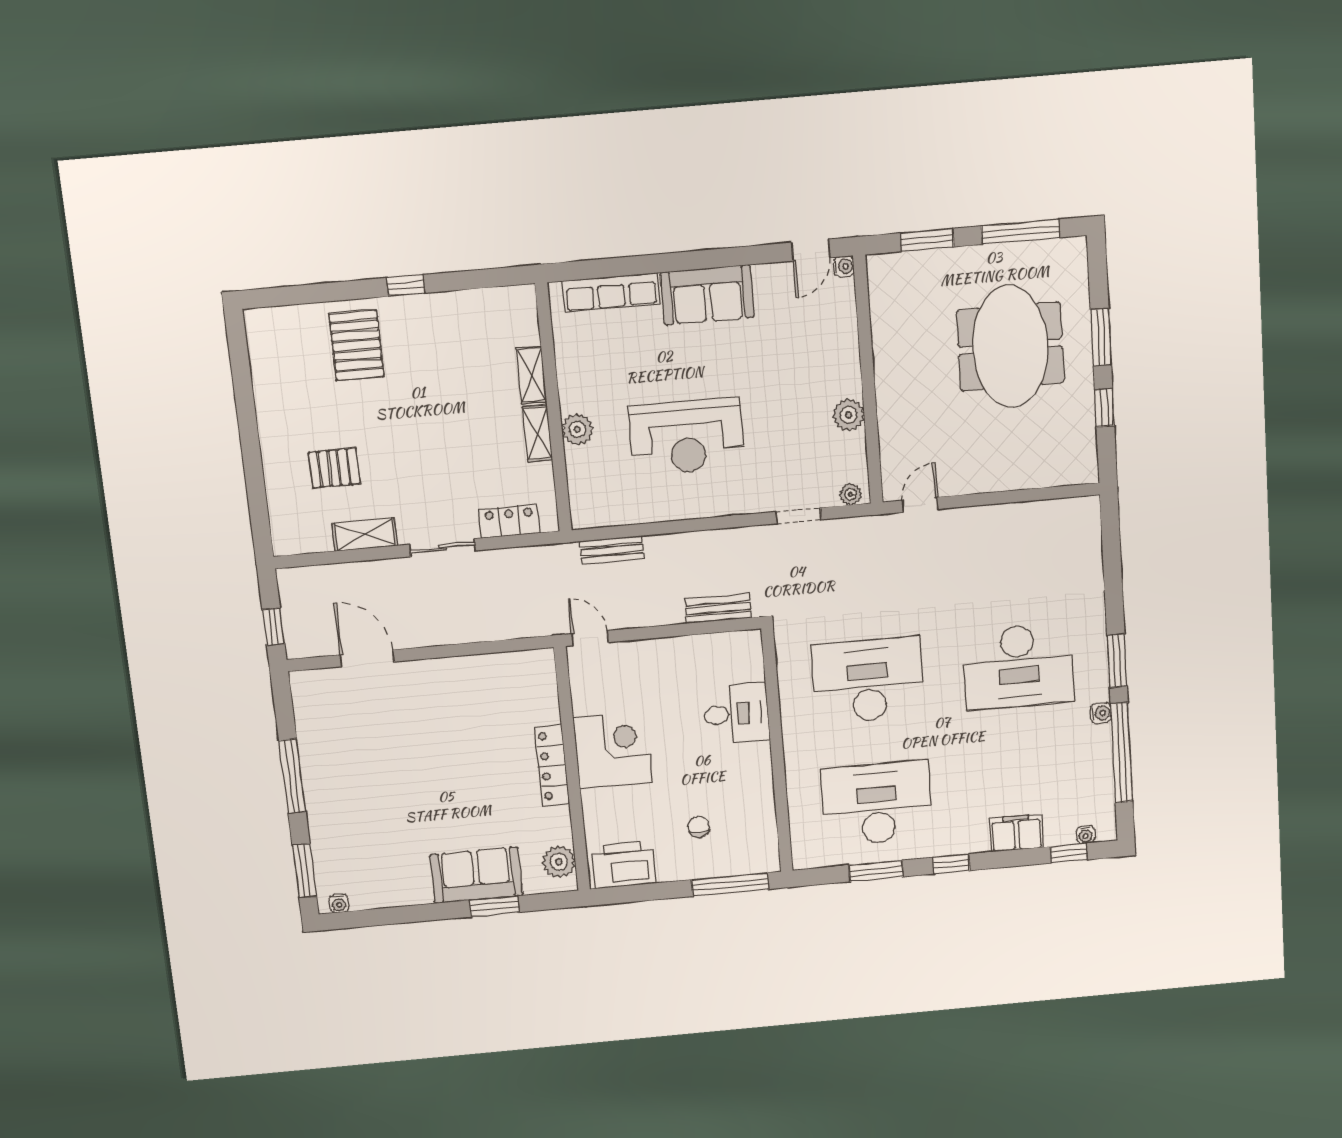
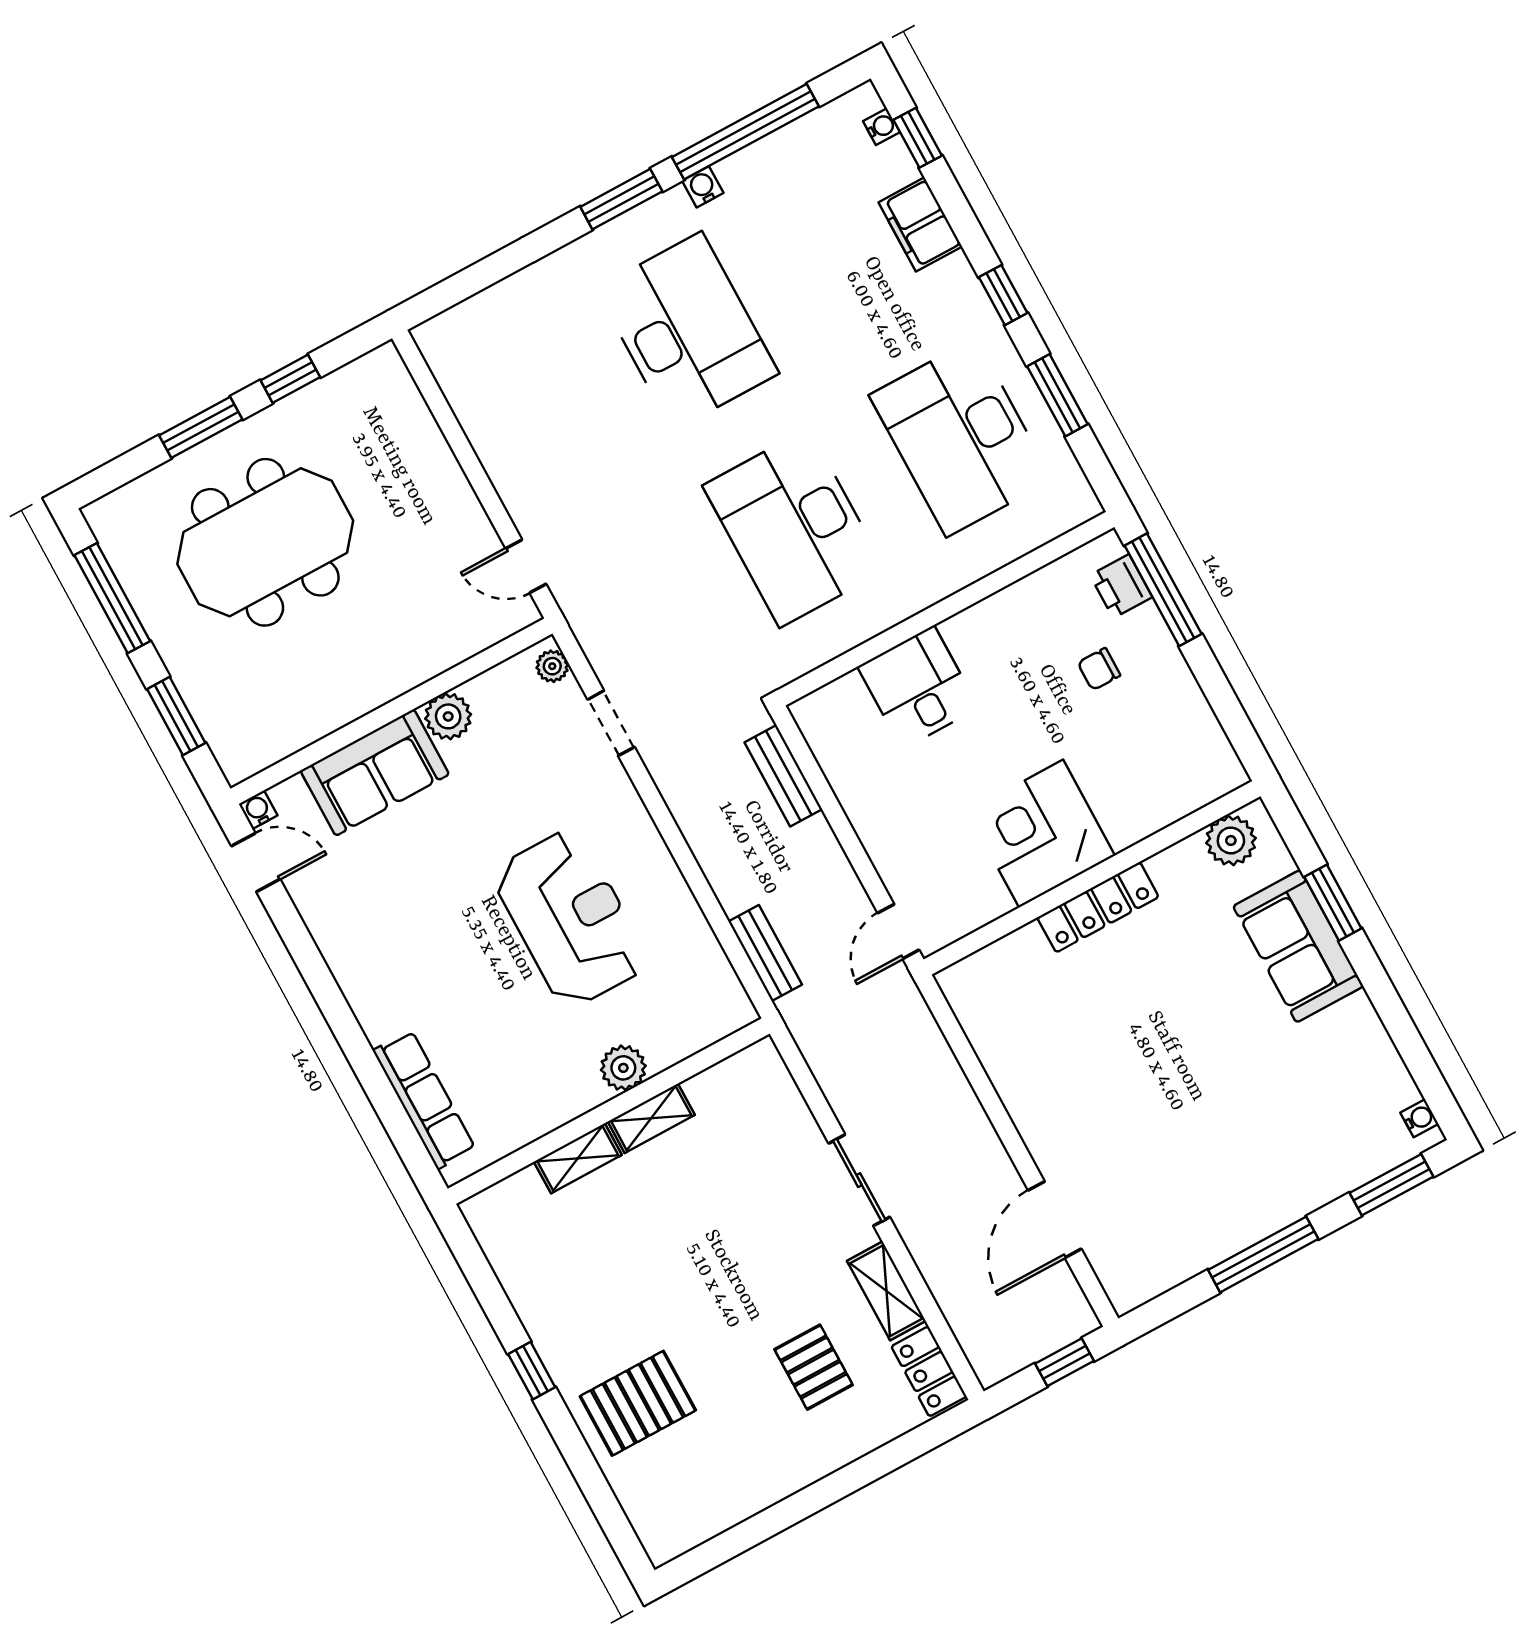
sofa: (707, 295) -> (375, 772), moved, turned 90
locker: (509, 521) -> (929, 1371), moved
printer: (624, 865) -> (1121, 586), moved, width x0.53, depth x0.68

